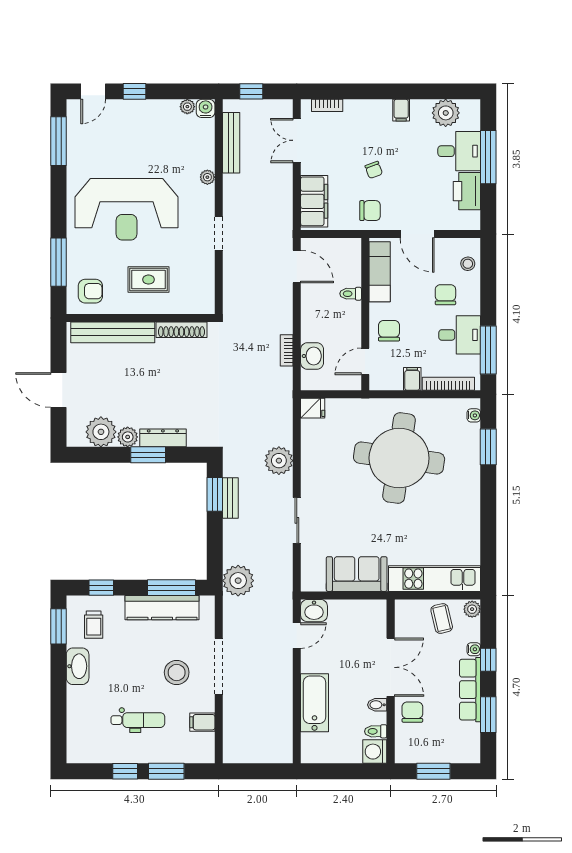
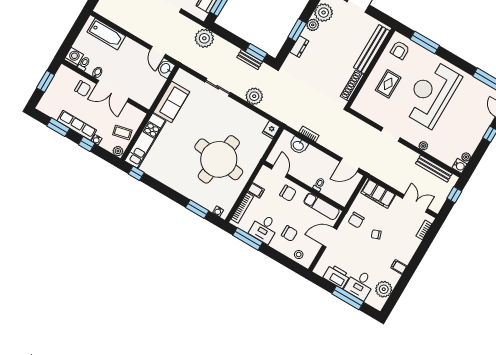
dresser: (163, 438) -> (299, 47), width x0.70
window: (488, 564) -> (136, 173), added
bathtub: (315, 703) -> (106, 34), moved

